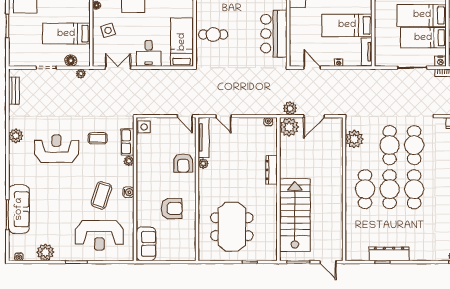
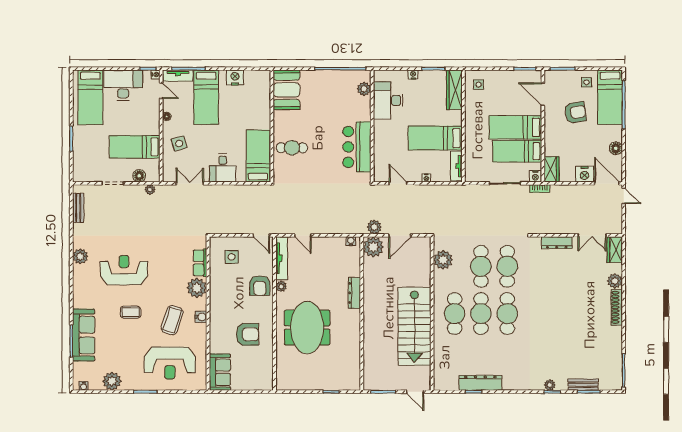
side table: (144, 127) -> (232, 257), moved
coffee table: (98, 138) -> (131, 312), moved
plant: (129, 161) -> (197, 288), width x1.88, depth x1.88
stairs: (295, 215) -> (414, 326), moved, turned 180
meeting table: (232, 227) -> (307, 328), moved

